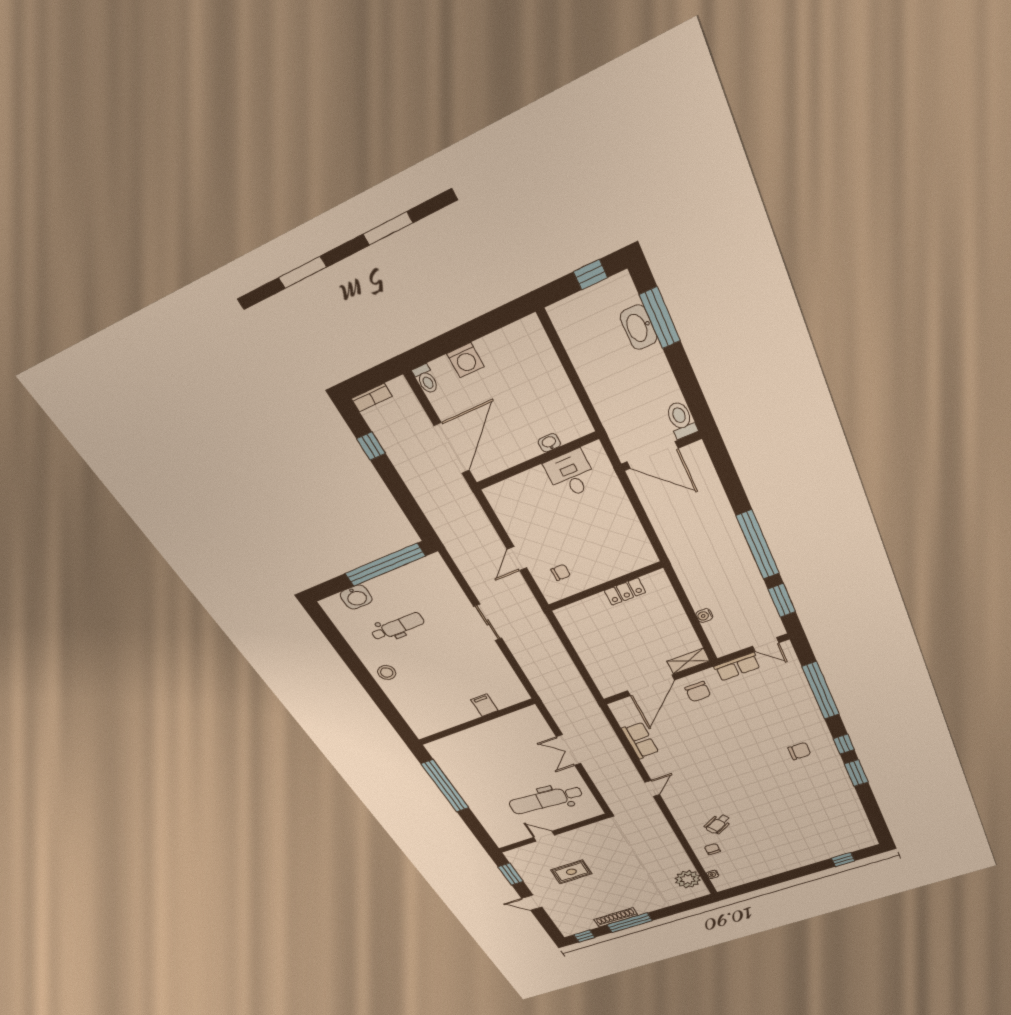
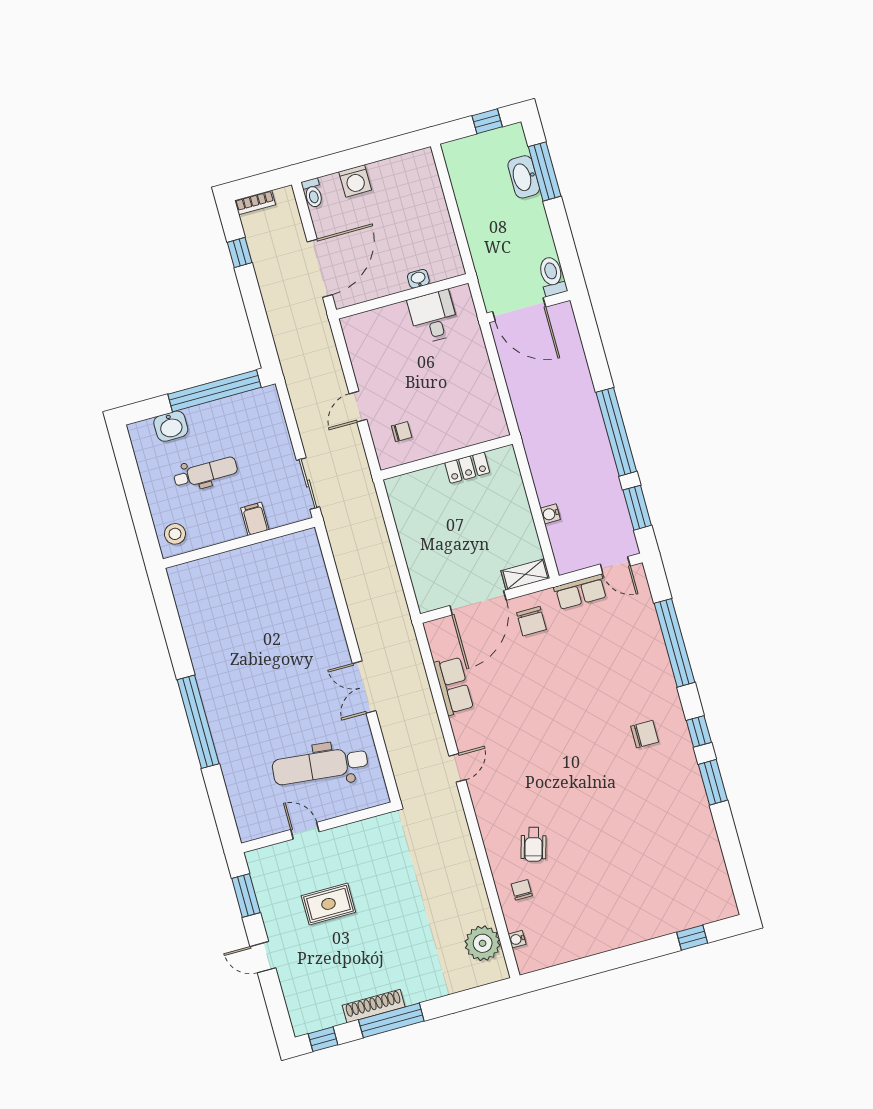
filing cabinet: (484, 705) -> (255, 519), moved
wall: (476, 722) -> (239, 543), moved
wheelchair: (718, 824) -> (534, 844), turned -43

